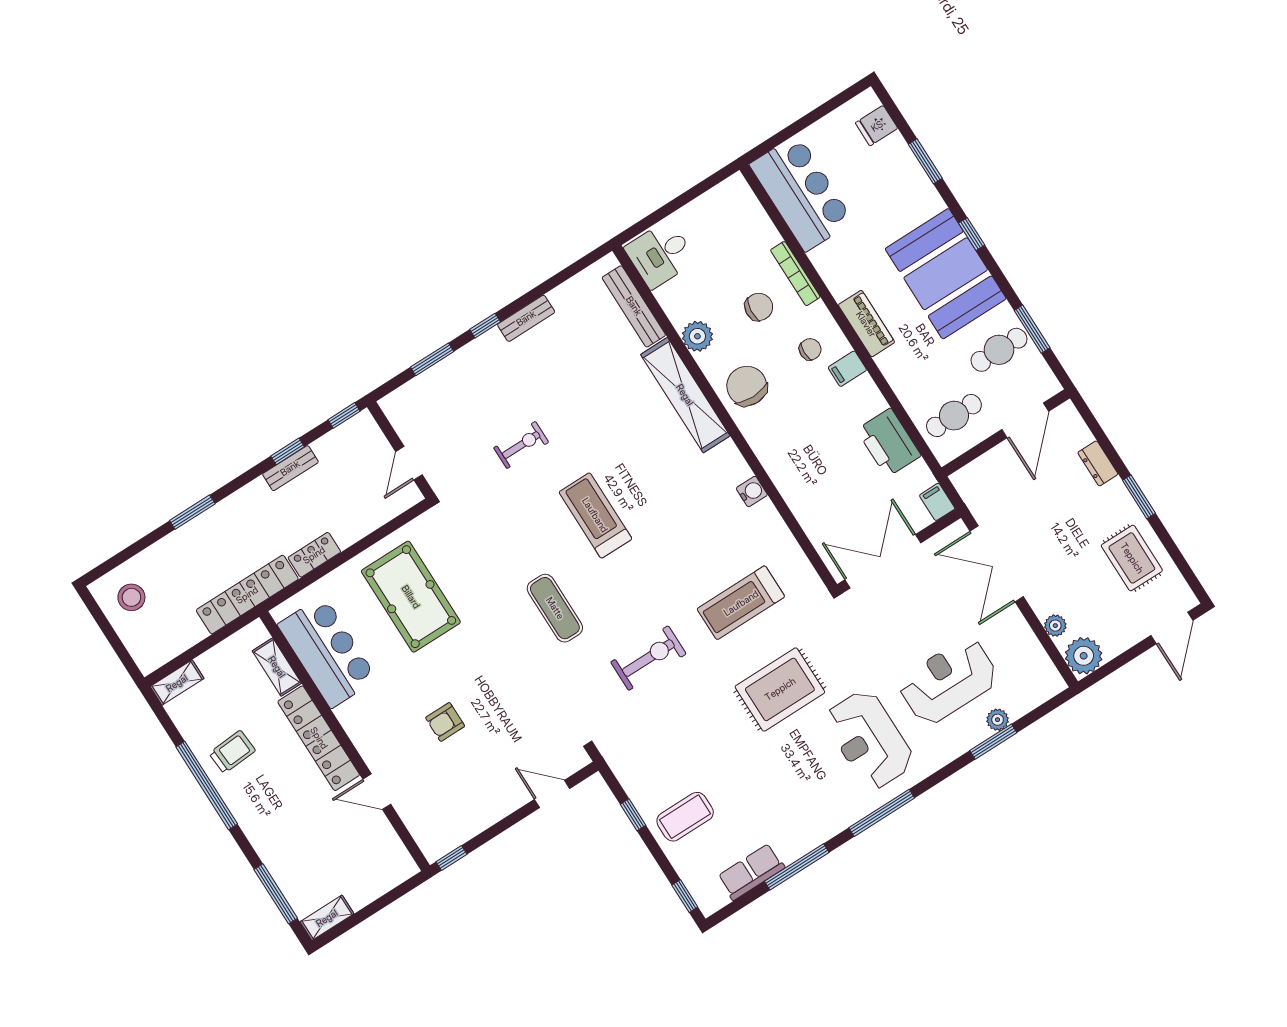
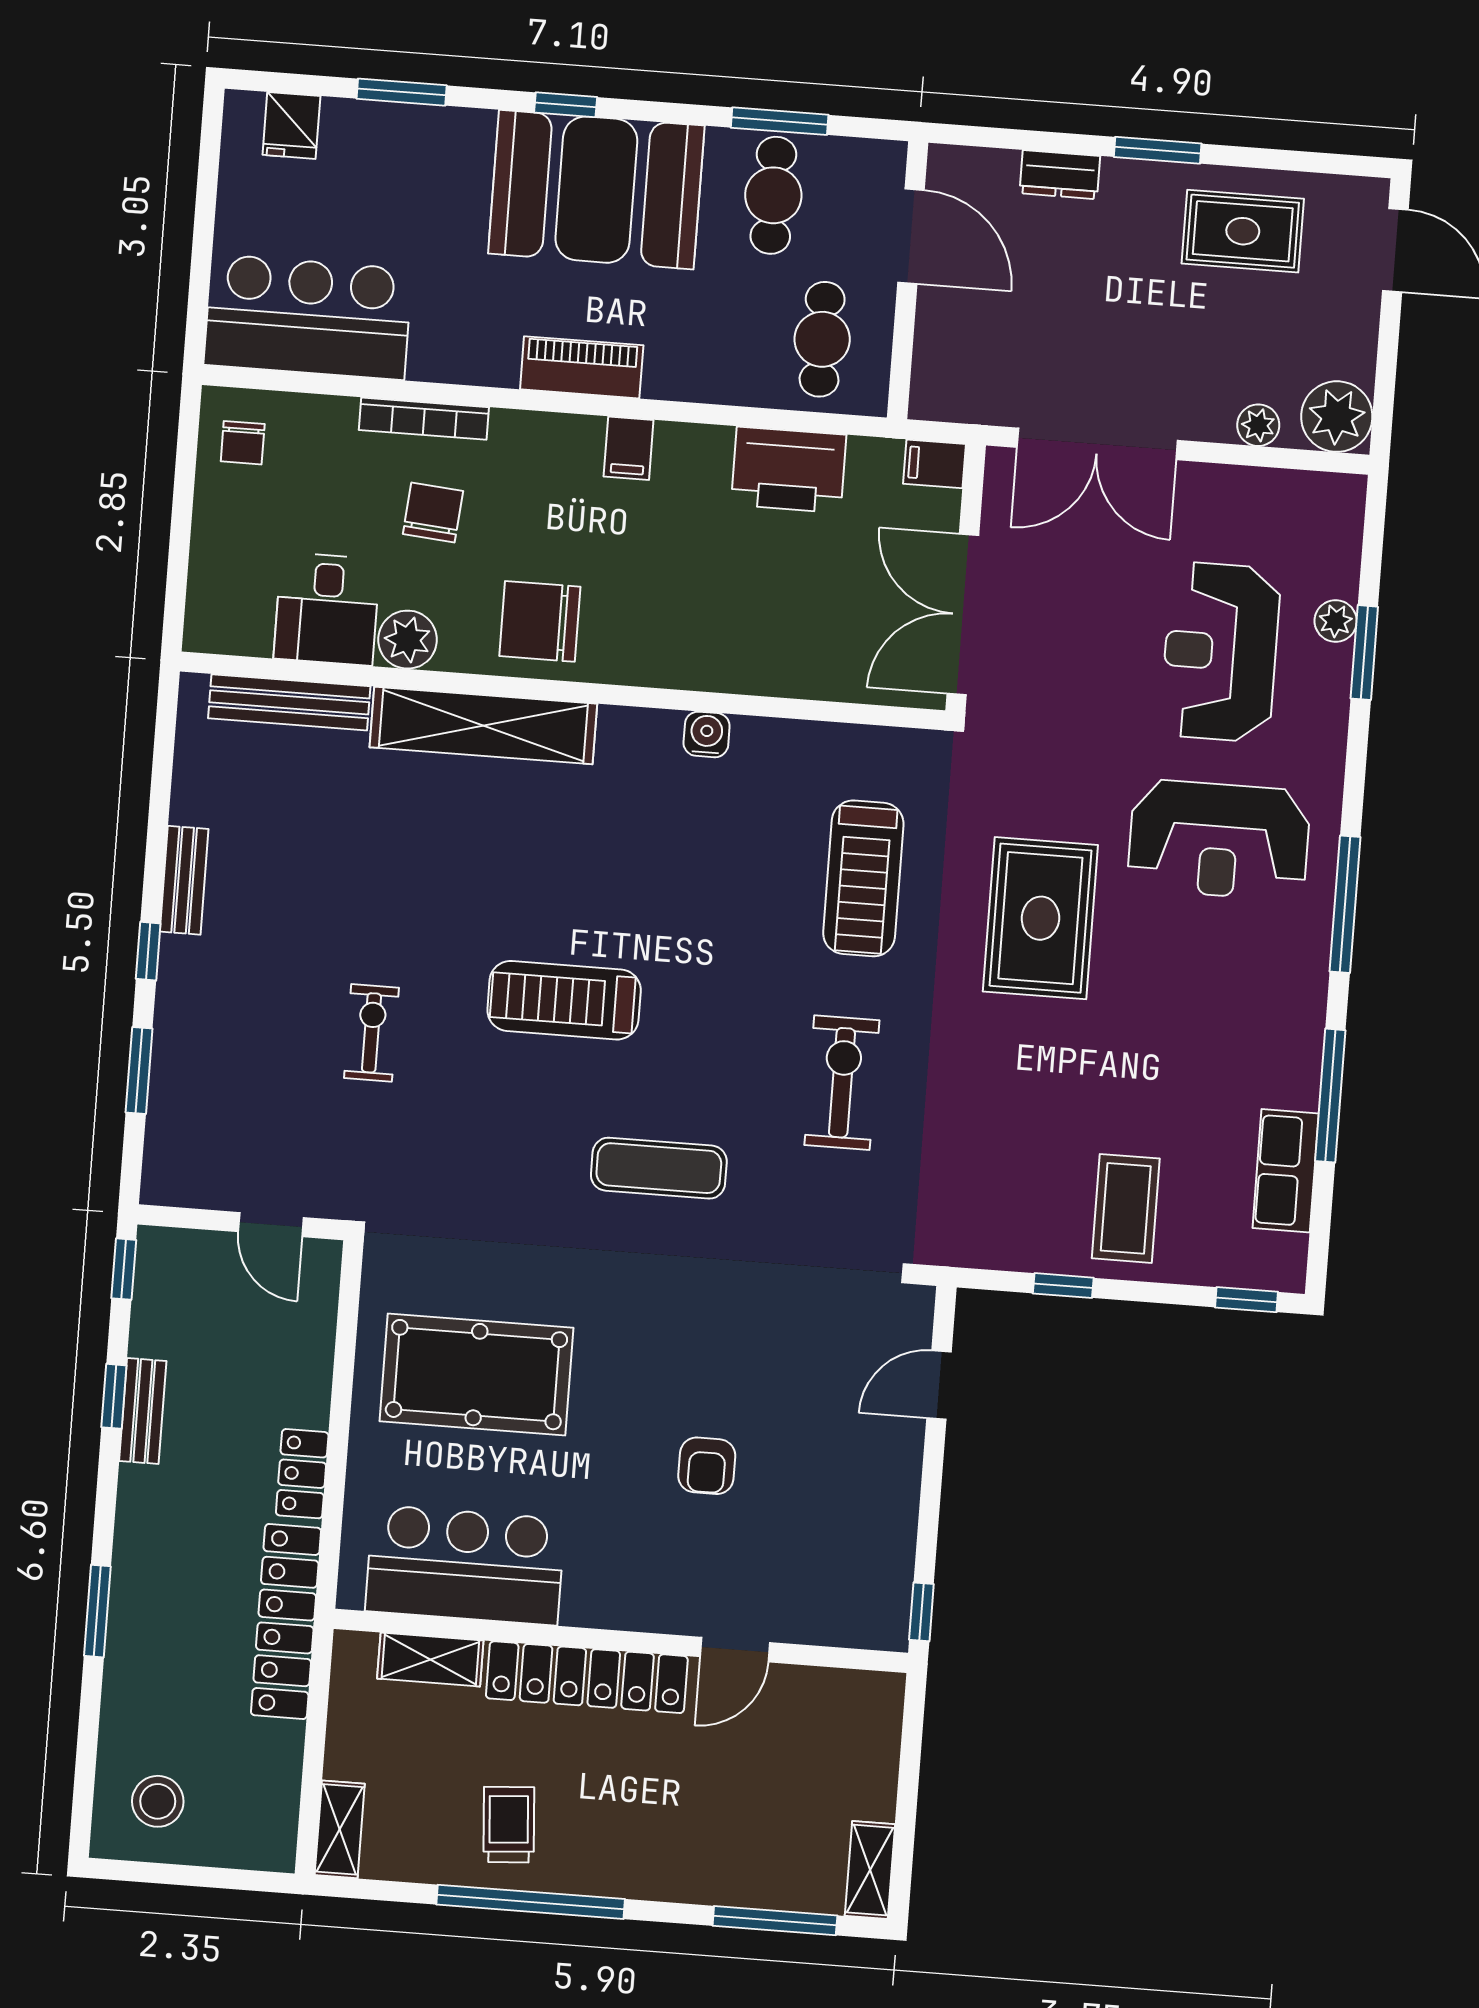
desk: (660, 254) -> (327, 609), moved
chair: (810, 349) -> (243, 443), moved, turned 180

